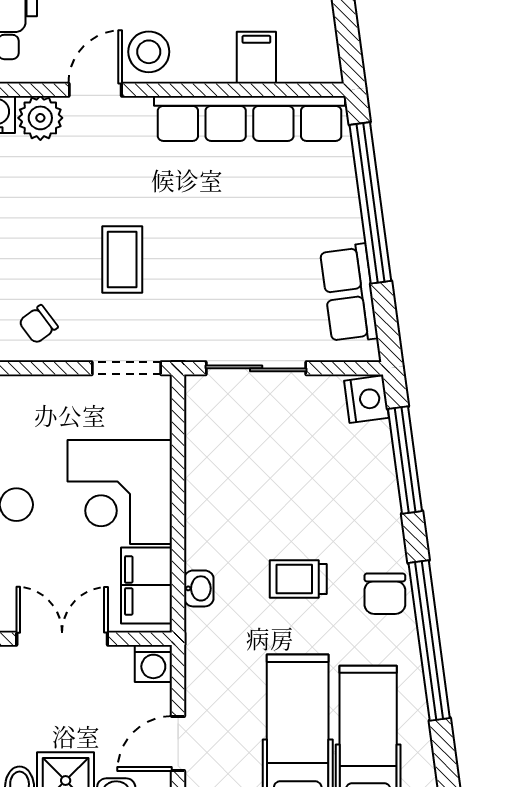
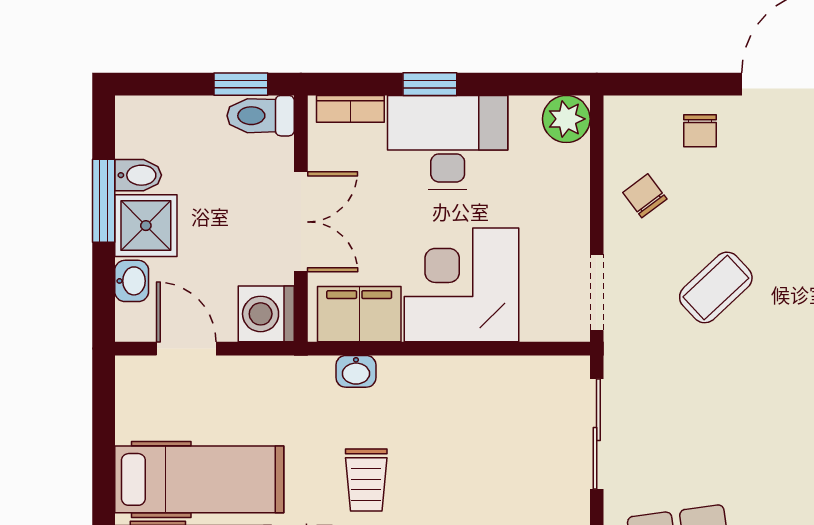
coffee table: (122, 259) -> (716, 287), turned -43
trolley: (298, 579) -> (366, 480), turned 180
washing machine: (153, 663) -> (266, 314), width x1.38, depth x1.38

